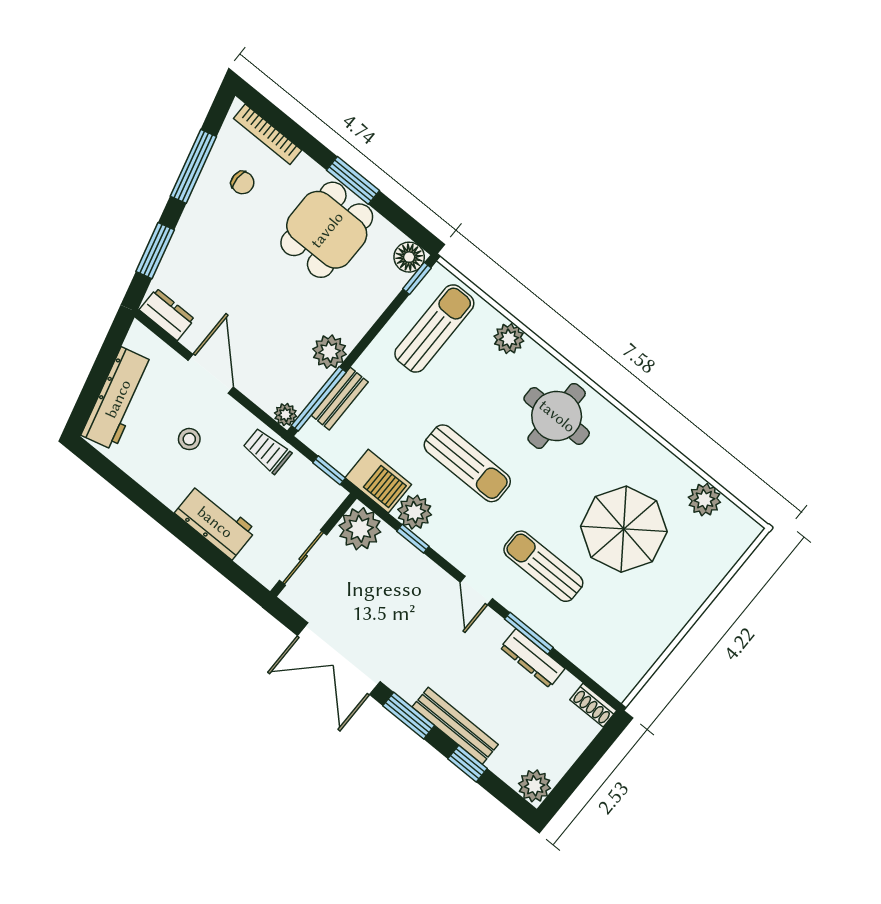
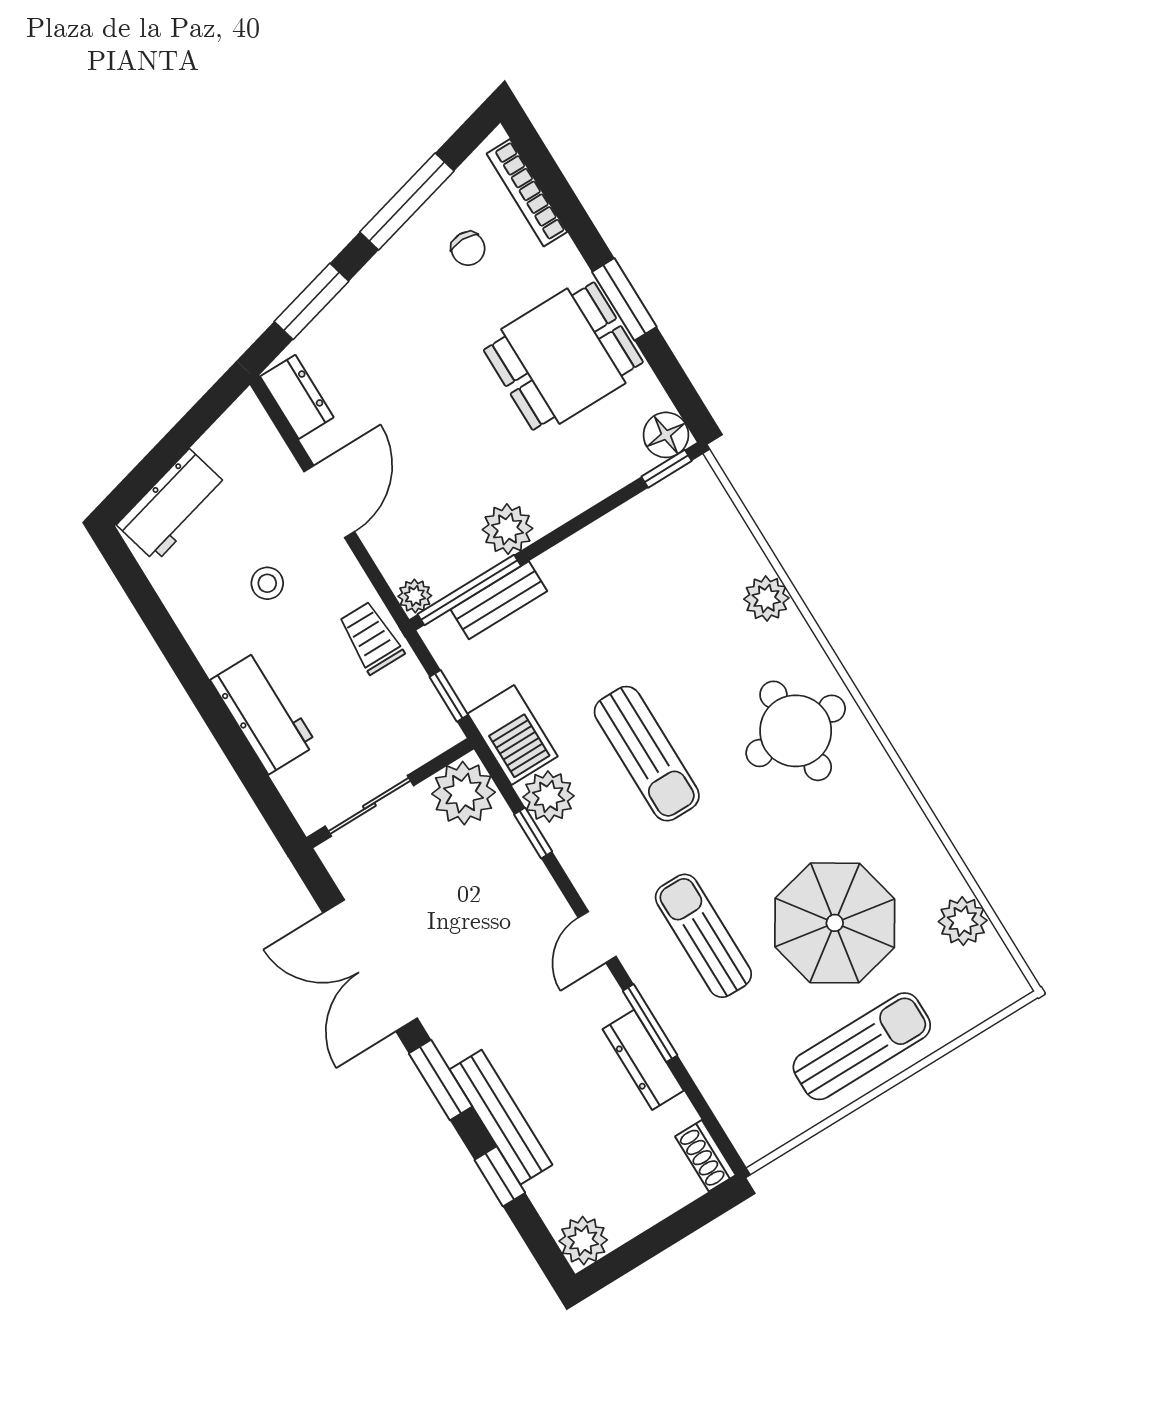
sun lounger: (434, 329) -> (862, 1046), moved
workbench: (118, 399) -> (173, 505), width x0.73

